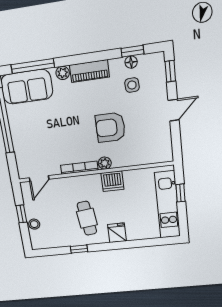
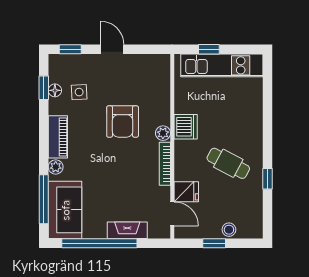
fireplace: (19, 143) -> (127, 230), added
cafe table: (87, 218) -> (228, 163), turned 35
fridge: (117, 233) -> (186, 192), moved, turned 180

